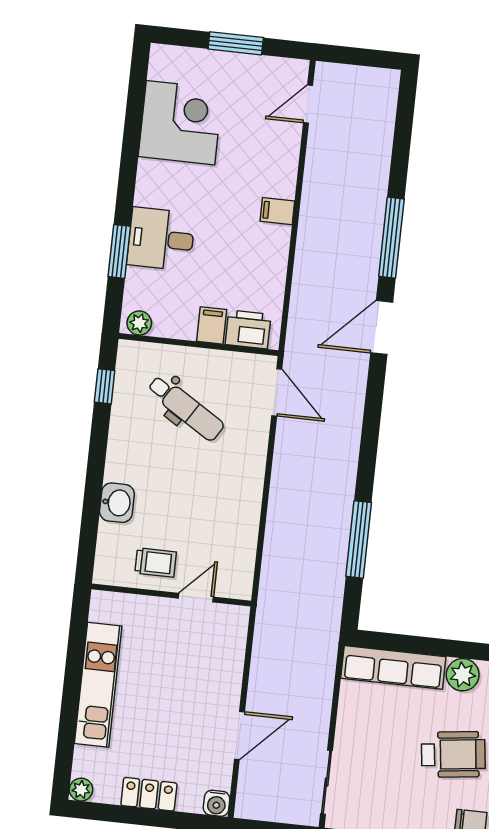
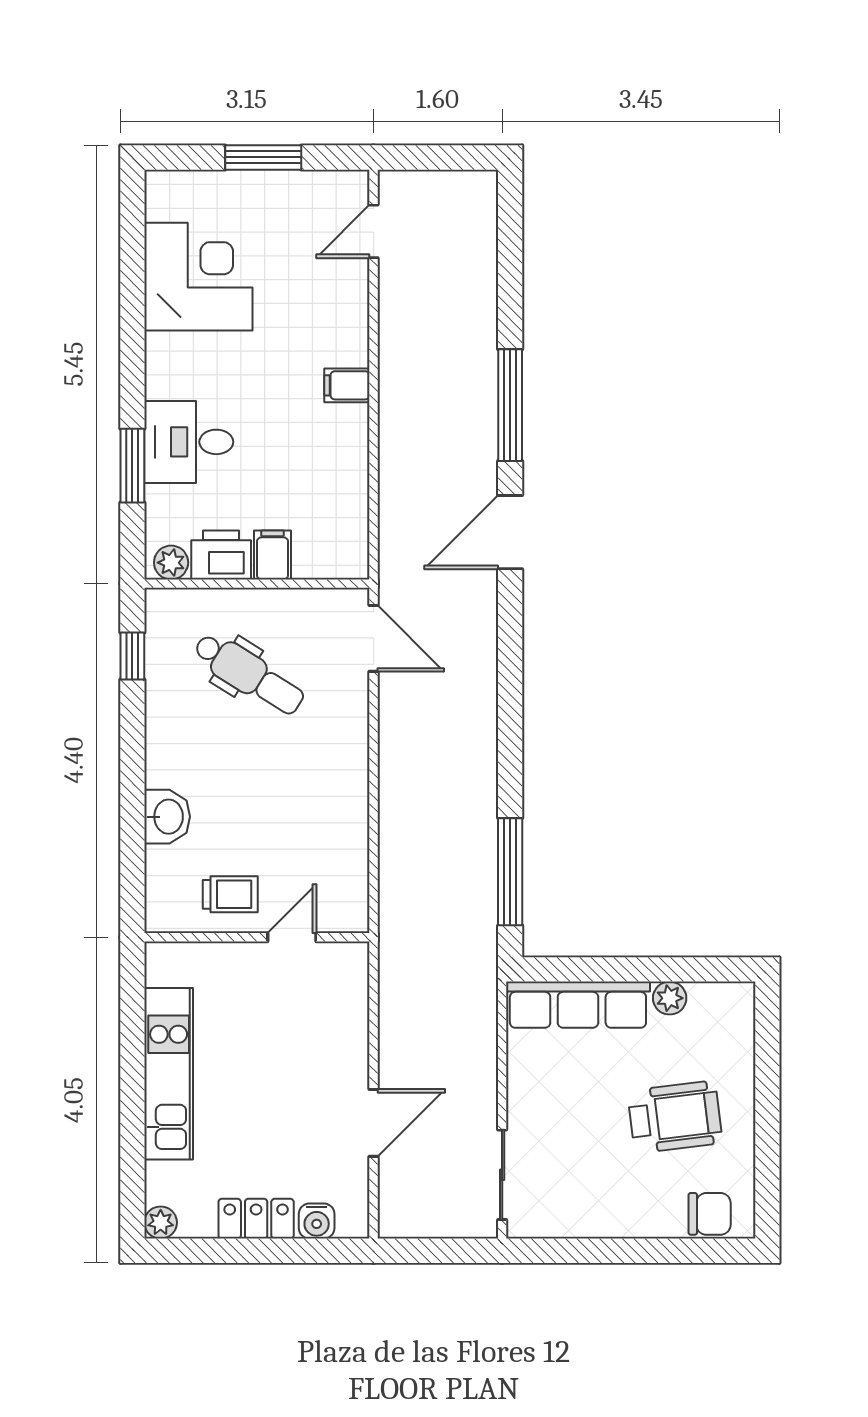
printer: (248, 329) -> (221, 555), moved
window: (359, 539) -> (510, 872), moved
plant: (463, 675) -> (670, 998), width x0.73, depth x0.73
water cooler: (217, 803) -> (317, 1221), moved

